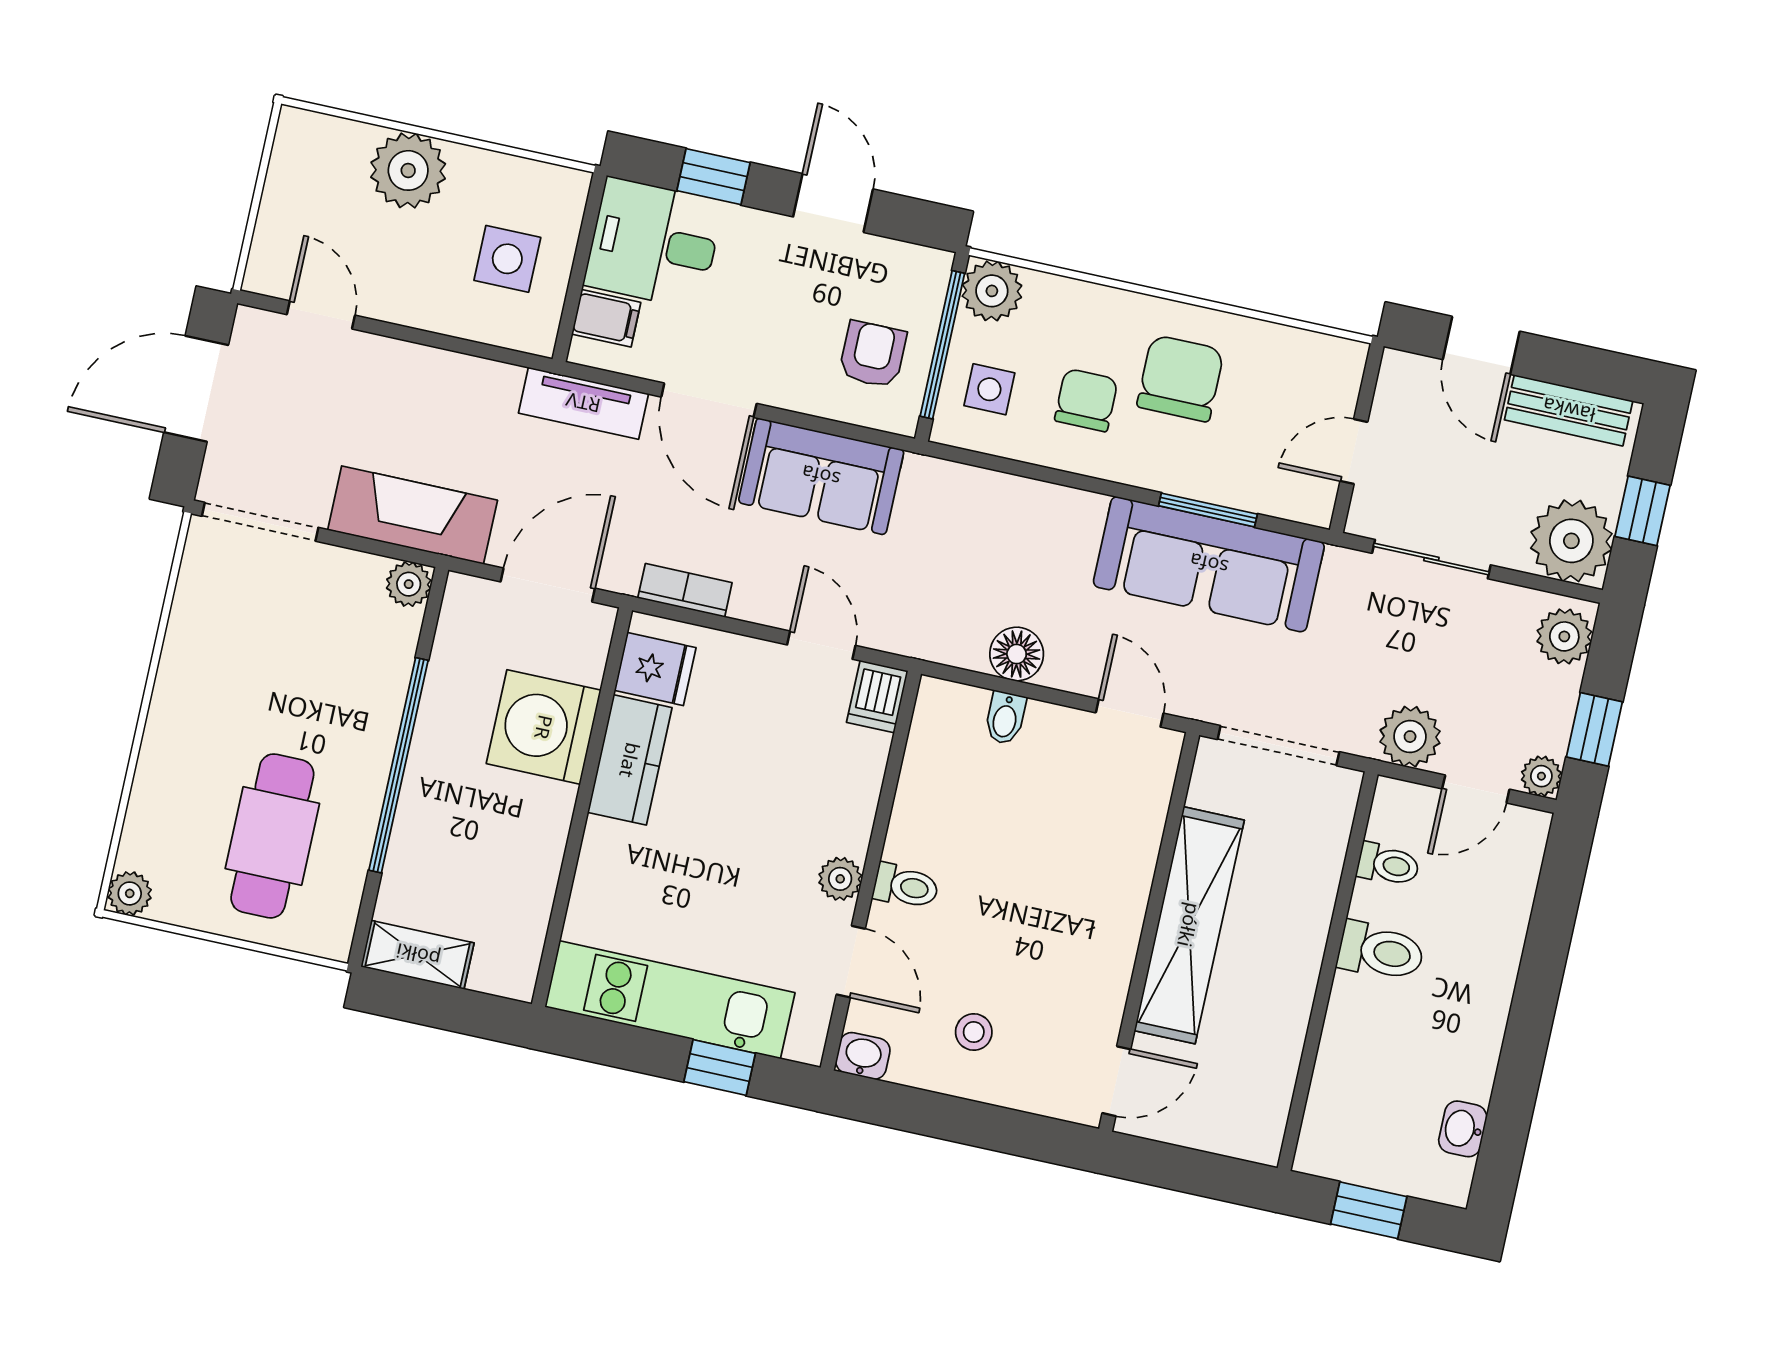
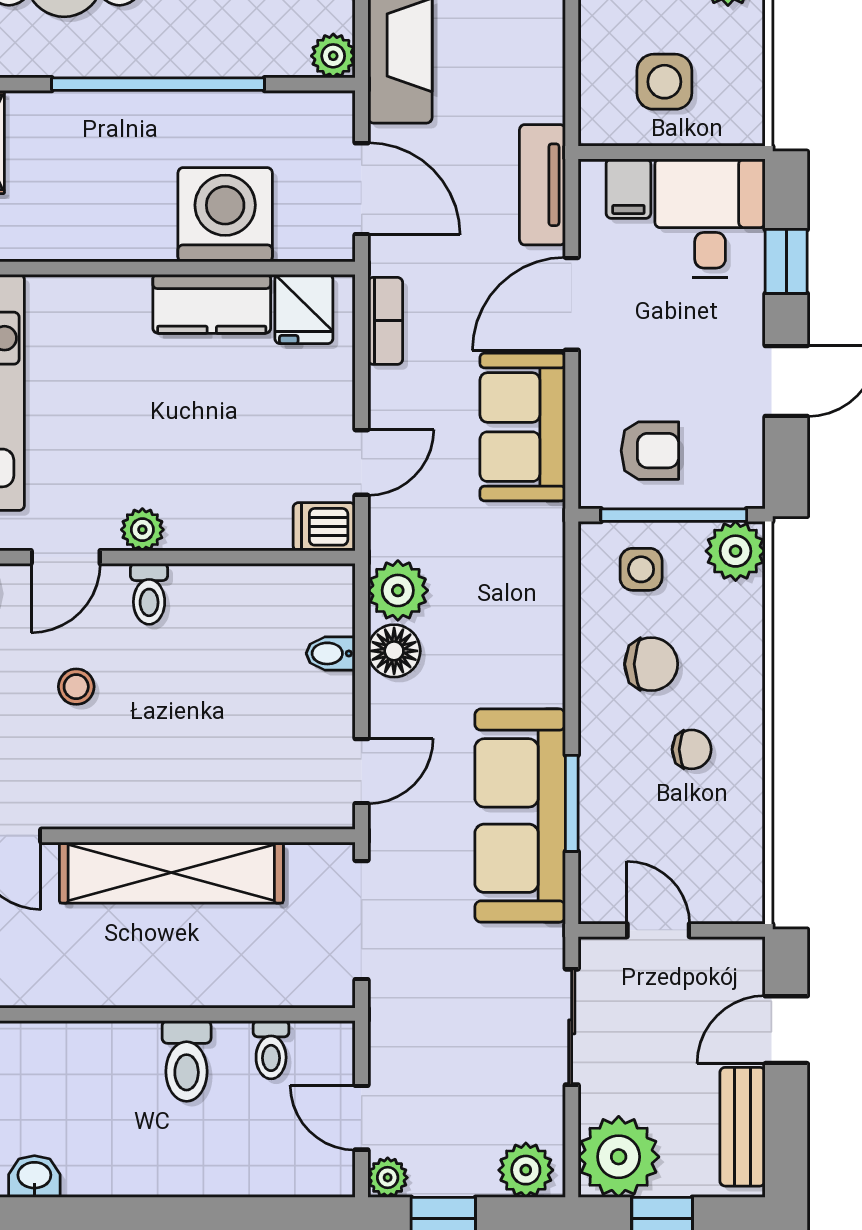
chair: (1180, 378) -> (692, 749), width x0.54, depth x0.54
plant: (1410, 737) -> (398, 590), moved
stool: (974, 1032) -> (76, 687), moved

